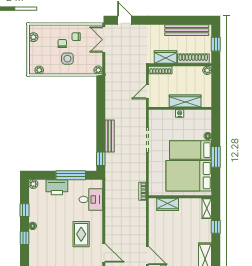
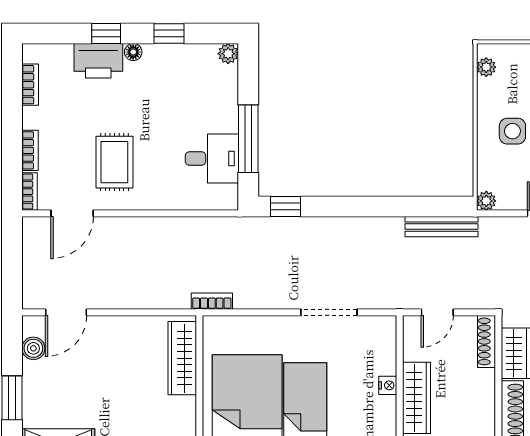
door: (147, 92) -> (437, 312), swing flipped
bench: (110, 136) -> (442, 227), moved
printer: (57, 187) -> (98, 61), moved, turned -90
desk: (91, 199) -> (212, 158), moved, turned -90
wardrobe: (168, 204) -> (182, 358), width x1.50
rug: (81, 234) -> (114, 162), turned 90

